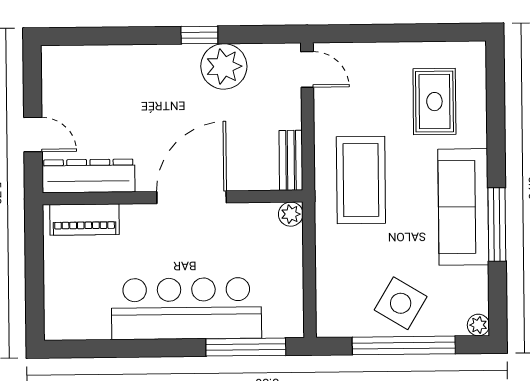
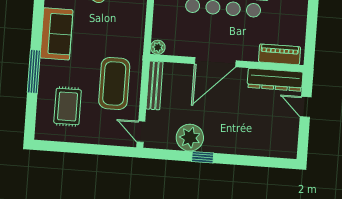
bench: (291, 160) -> (155, 85), width x1.36
coffee table: (361, 180) -> (114, 84), moved
sofa: (463, 207) -> (56, 34), width x0.73
window: (497, 224) -> (34, 71), moved

